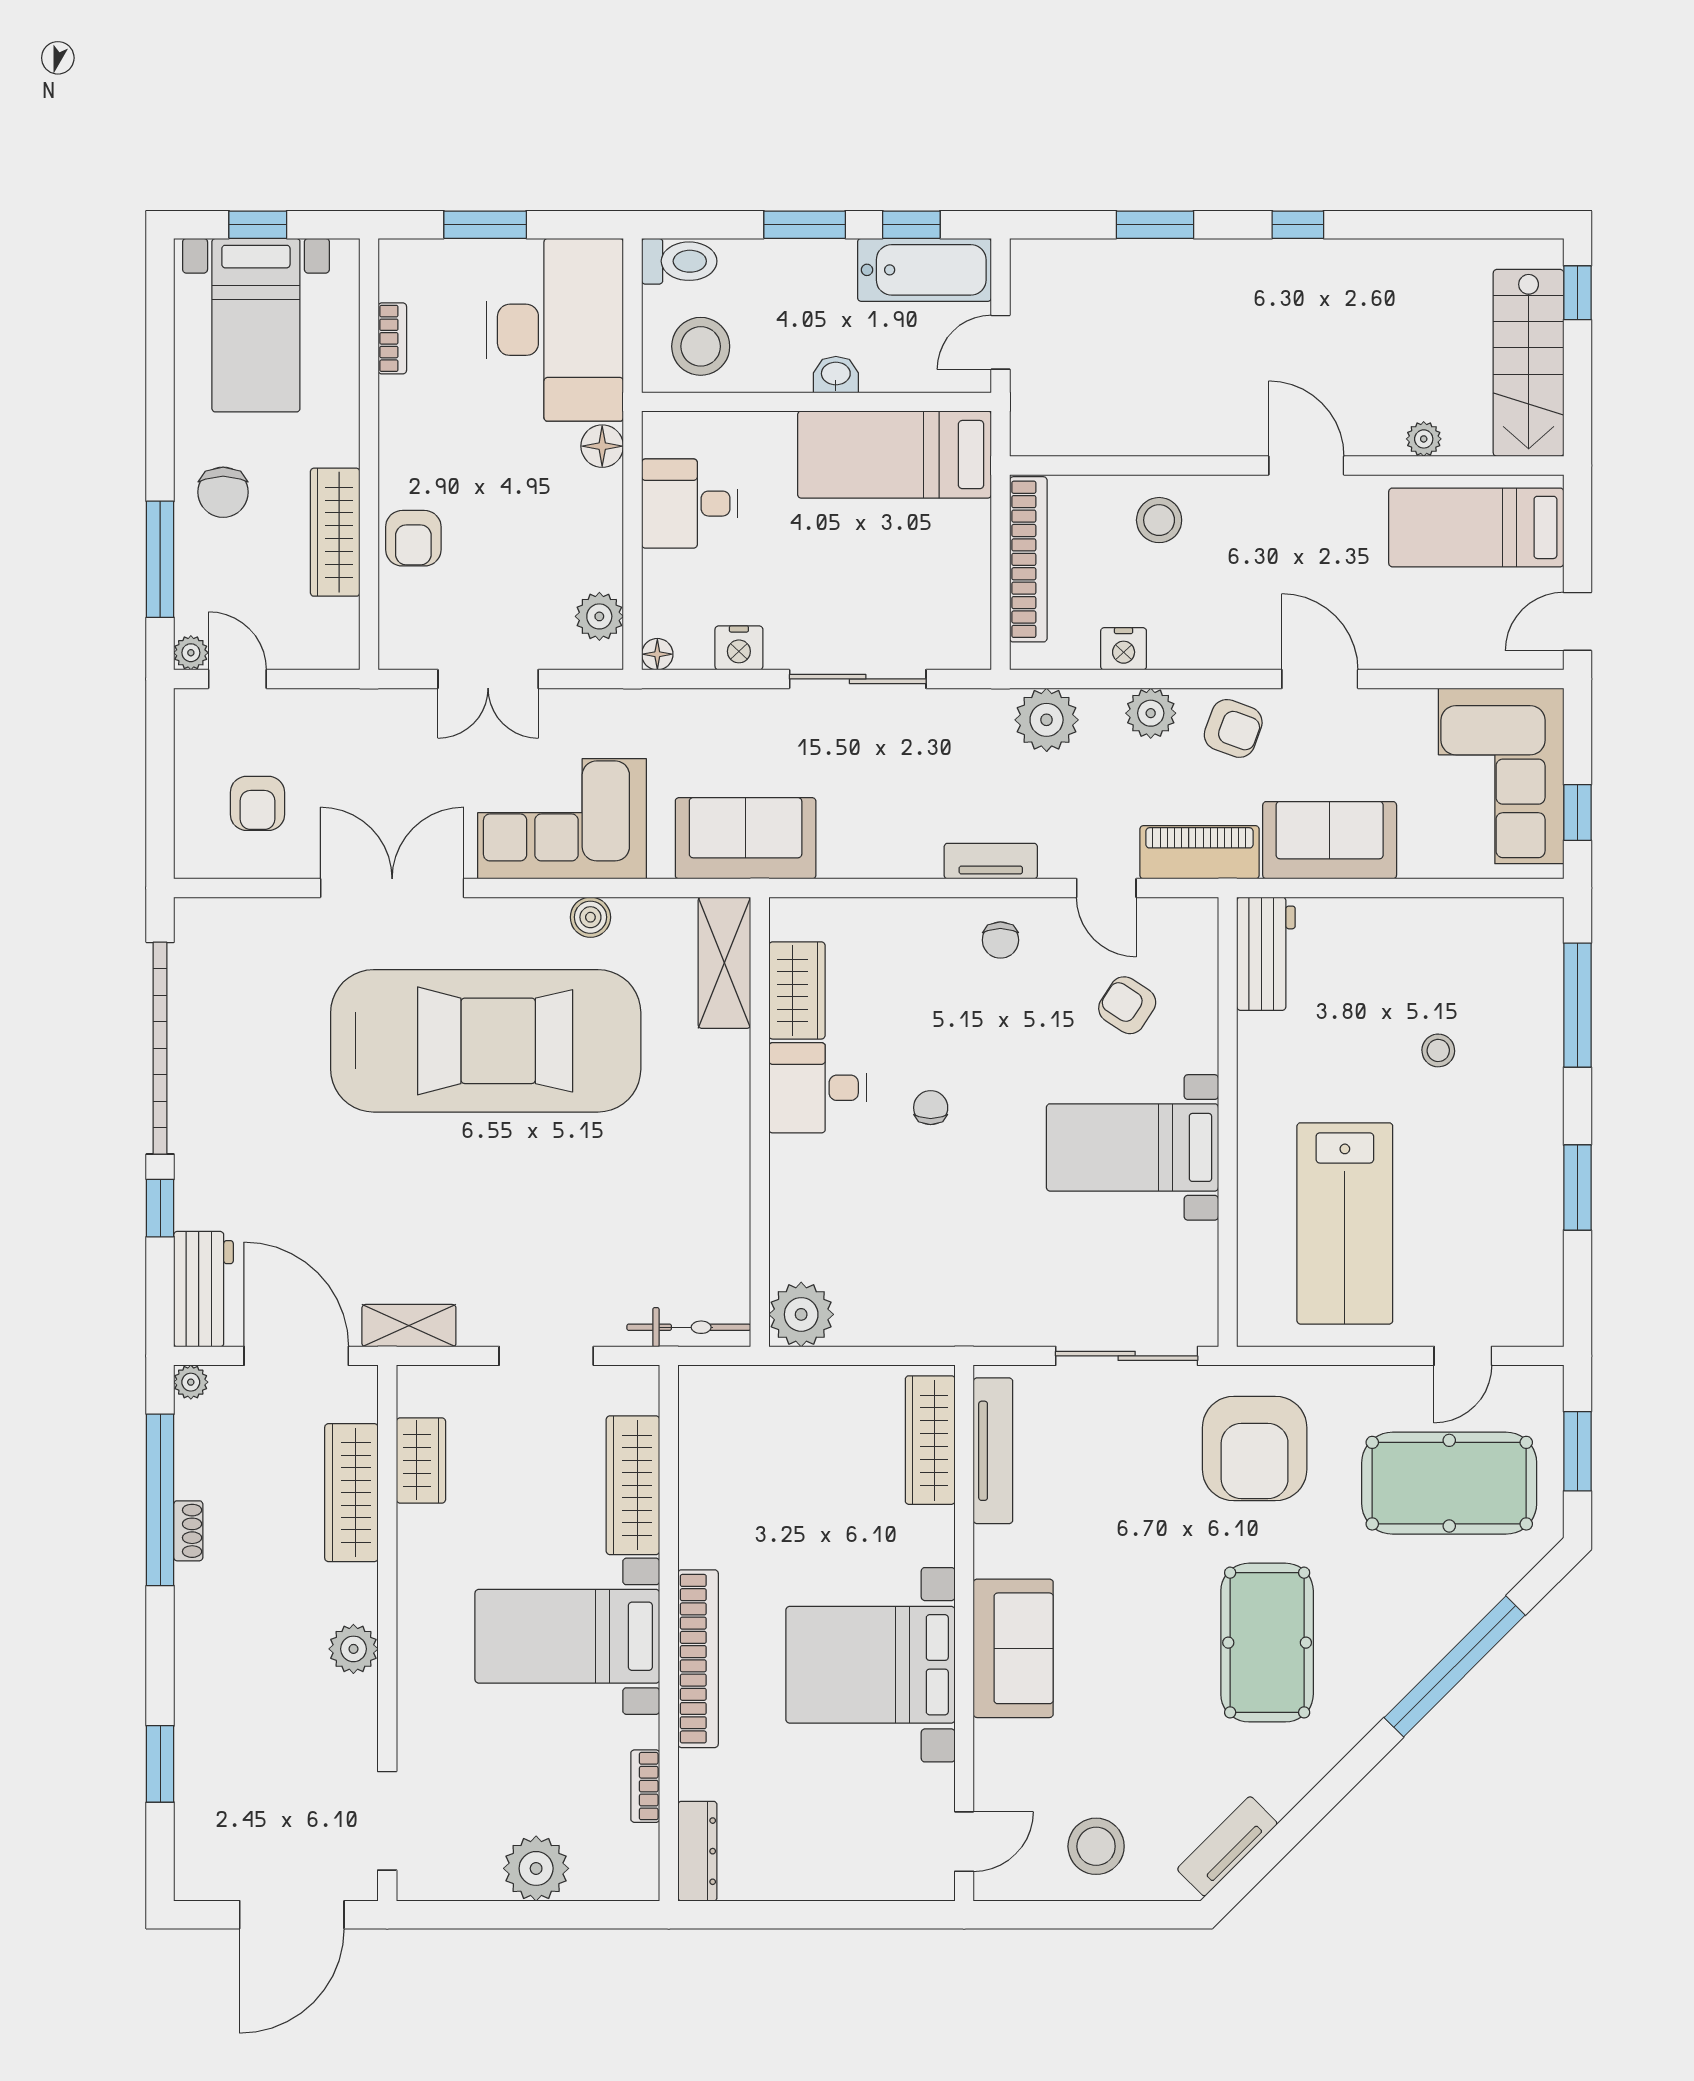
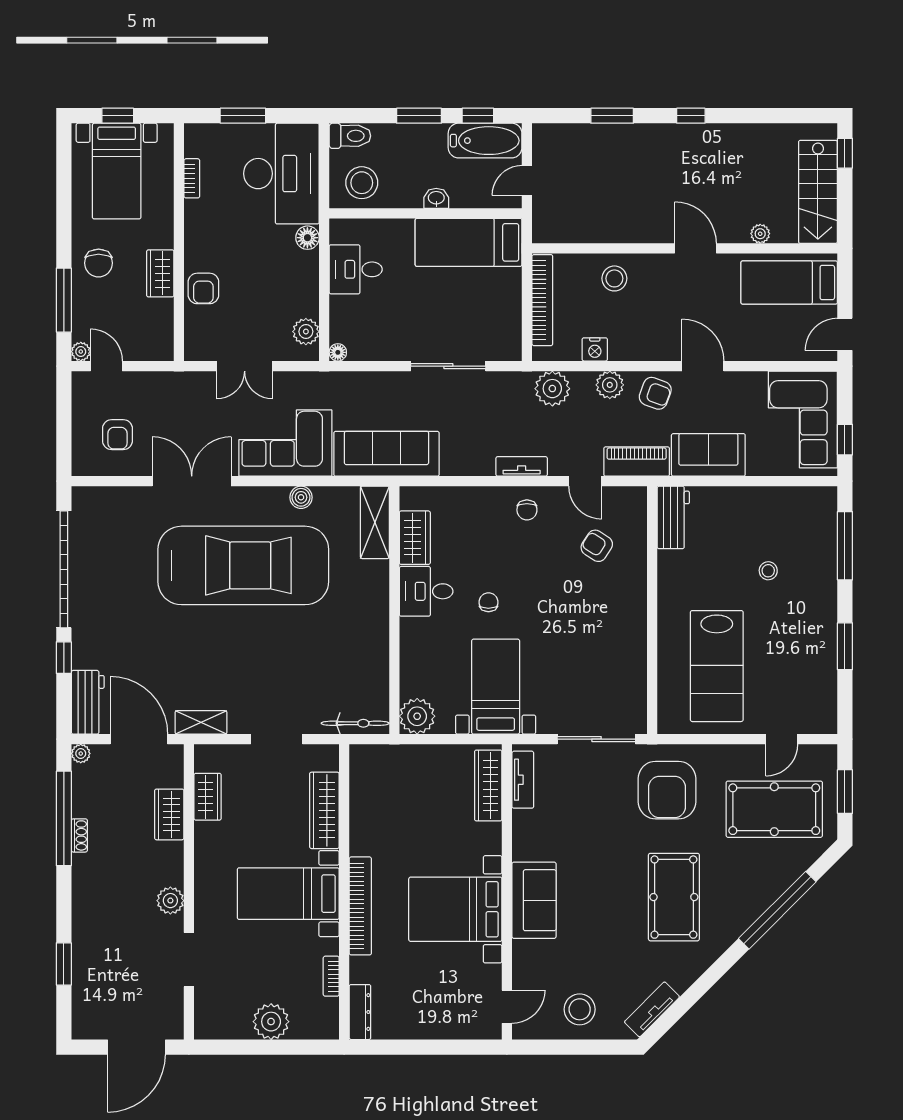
wardrobe: (335, 532) -> (160, 273), width x0.67
nightstand: (739, 648) -> (383, 349), removed
sofa: (746, 838) -> (386, 454), width x1.36
bed with nightstands: (1132, 1147) -> (496, 687), moved, turned 90
tv unit: (993, 1451) -> (523, 780), width x0.71
wardrobe: (351, 1493) -> (169, 814), width x0.67
doorway: (387, 1821) -> (189, 960), moved

